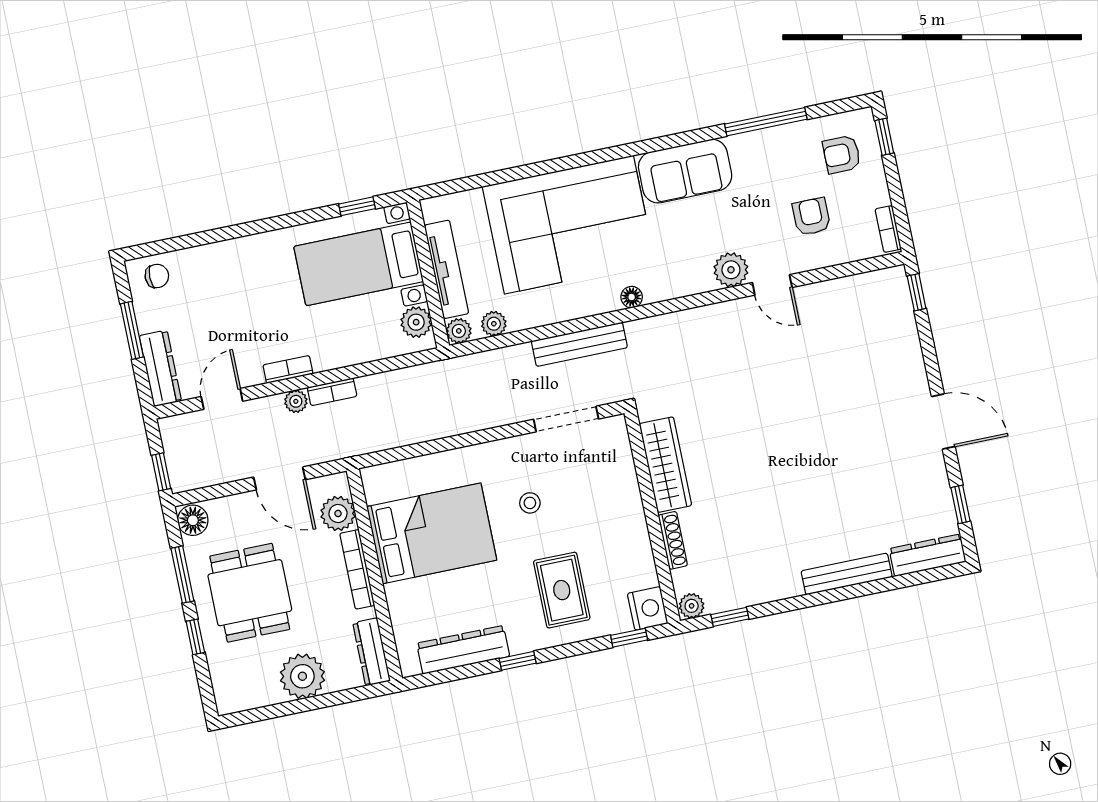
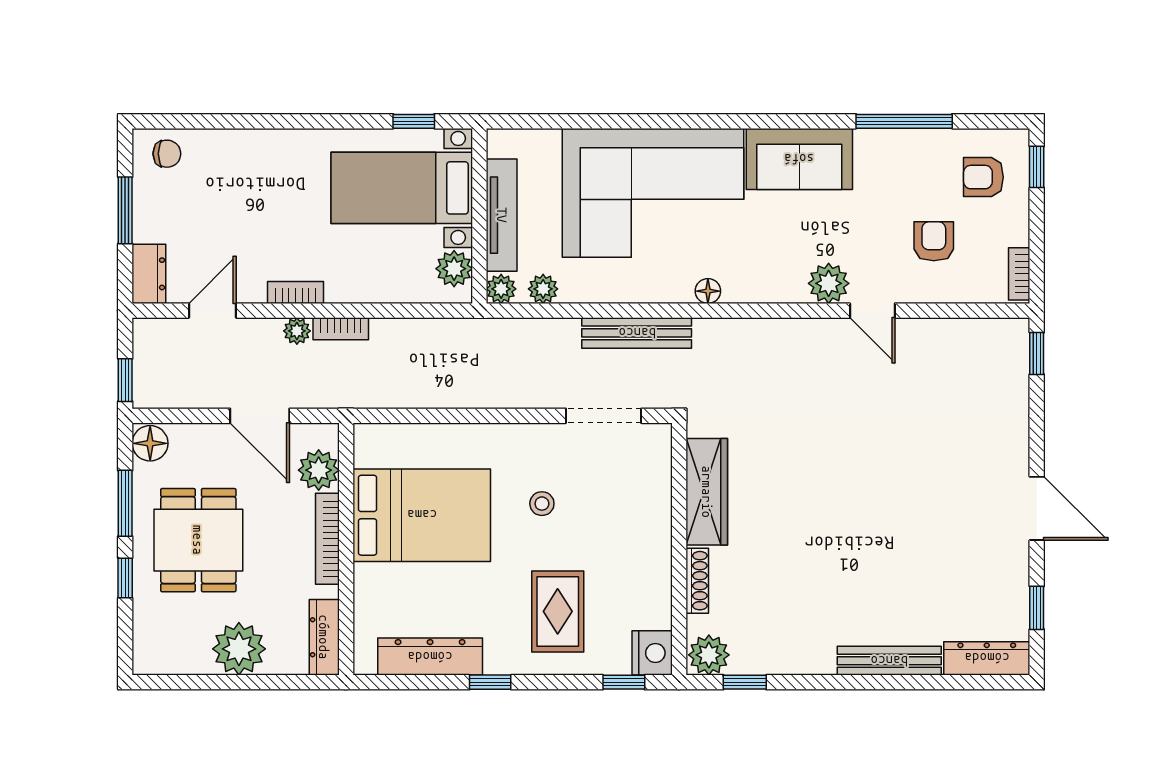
dresser: (160, 368) -> (149, 274), width x0.70
plant: (692, 606) -> (709, 655), width x1.38, depth x1.38

